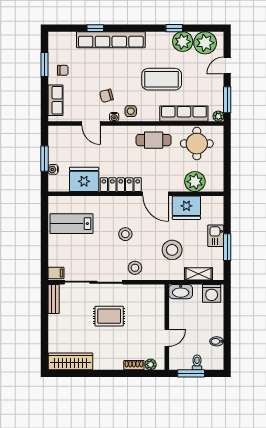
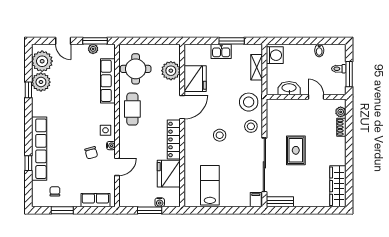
chair: (63, 70) -> (55, 191), moved
coffee table: (162, 79) -> (76, 102), removed
plant: (218, 116) -> (93, 49), moved
lab bench: (71, 224) -> (210, 185), turned 180
stool: (172, 250) -> (249, 102), moved
washbasin: (181, 292) -> (289, 88), moved, turned -90

